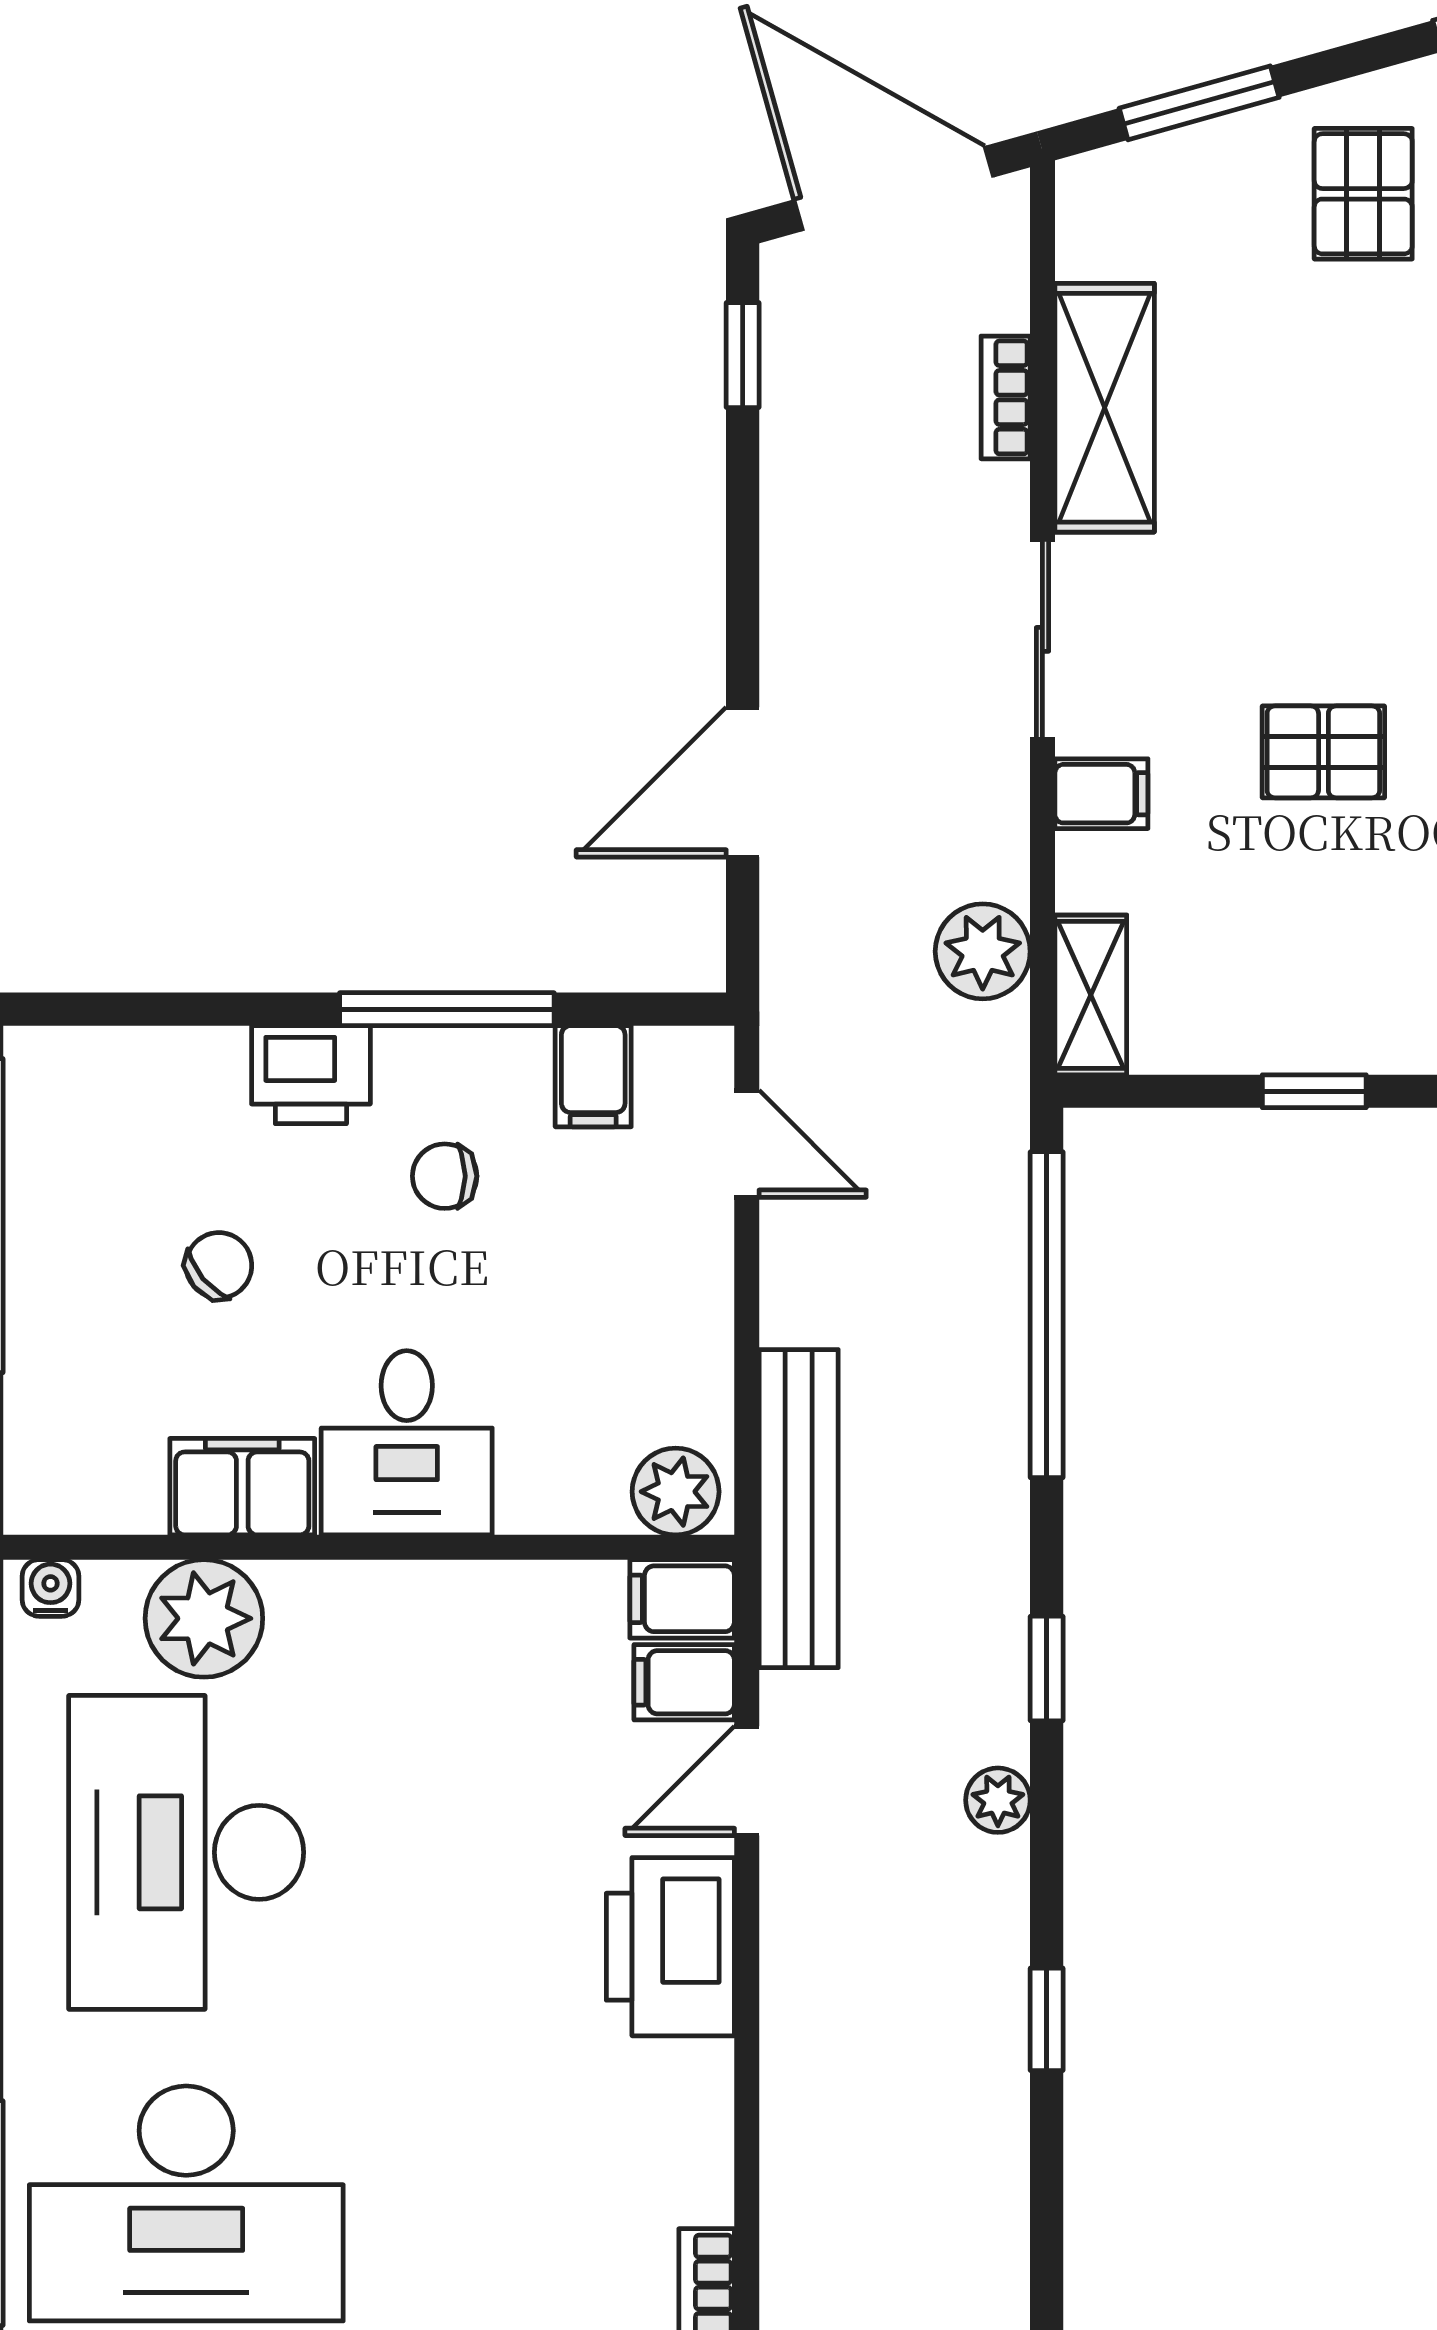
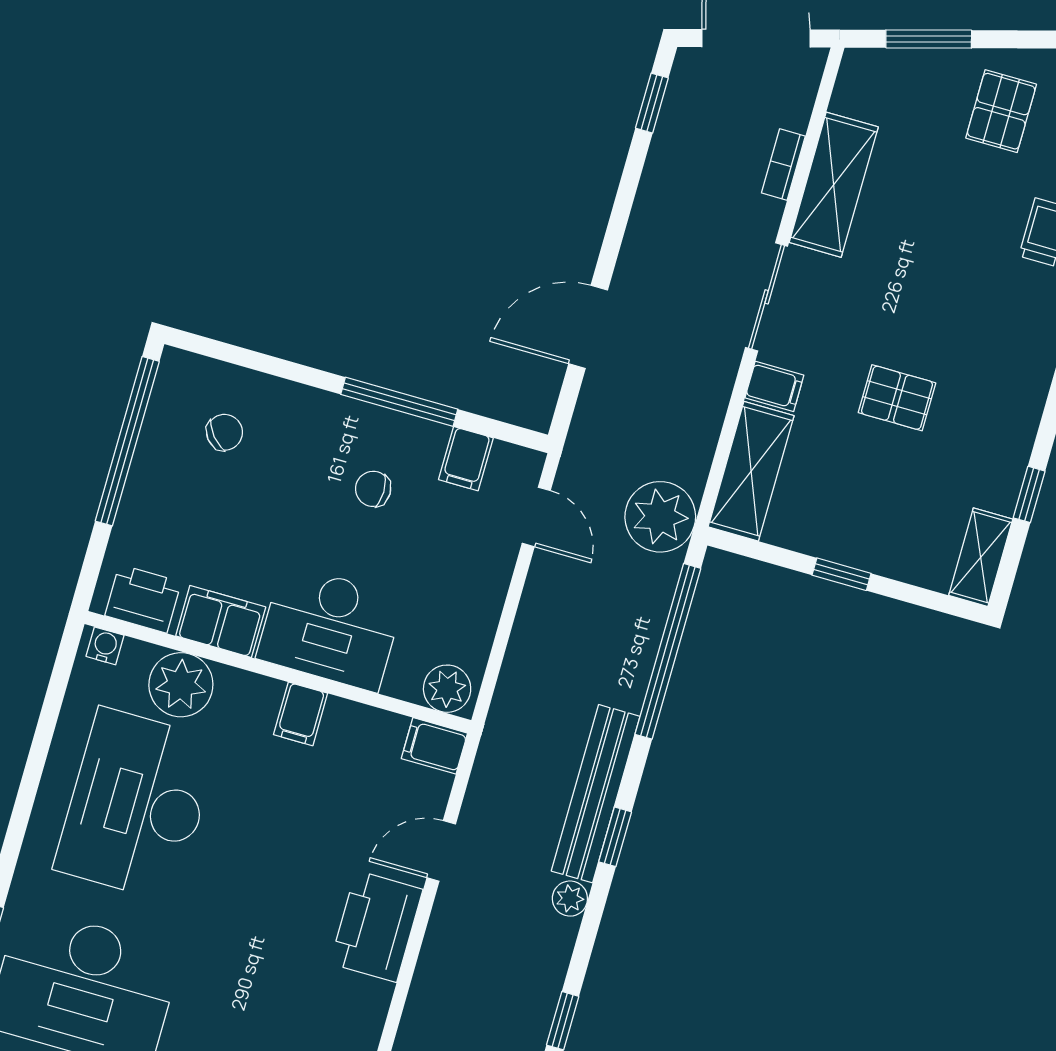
plant: (983, 951) -> (660, 517), moved, width x1.36, depth x1.36
shelving: (1091, 995) -> (751, 471), width x1.50, depth x1.33
printer: (311, 1075) -> (143, 599), moved, turned 180
chair: (219, 1265) -> (225, 432), moved
desk: (407, 1443) -> (330, 628), width x1.37
bench: (799, 1509) -> (596, 794), moved
filing cabinet: (684, 1682) -> (301, 714), moved, turned -90

